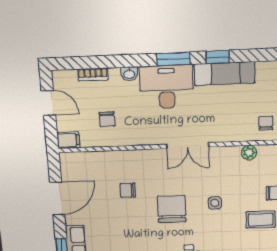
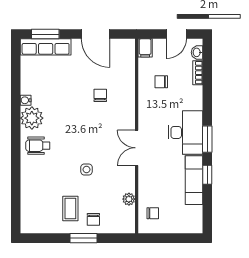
washbasin: (129, 74) -> (197, 52), moved
chair: (172, 209) -> (83, 132), removed

